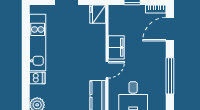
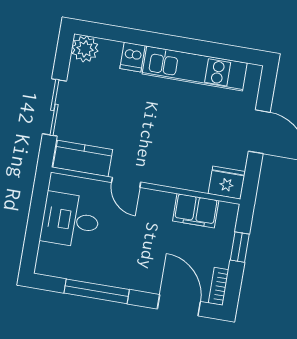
filing cabinet: (116, 47) -> (196, 211), moved

